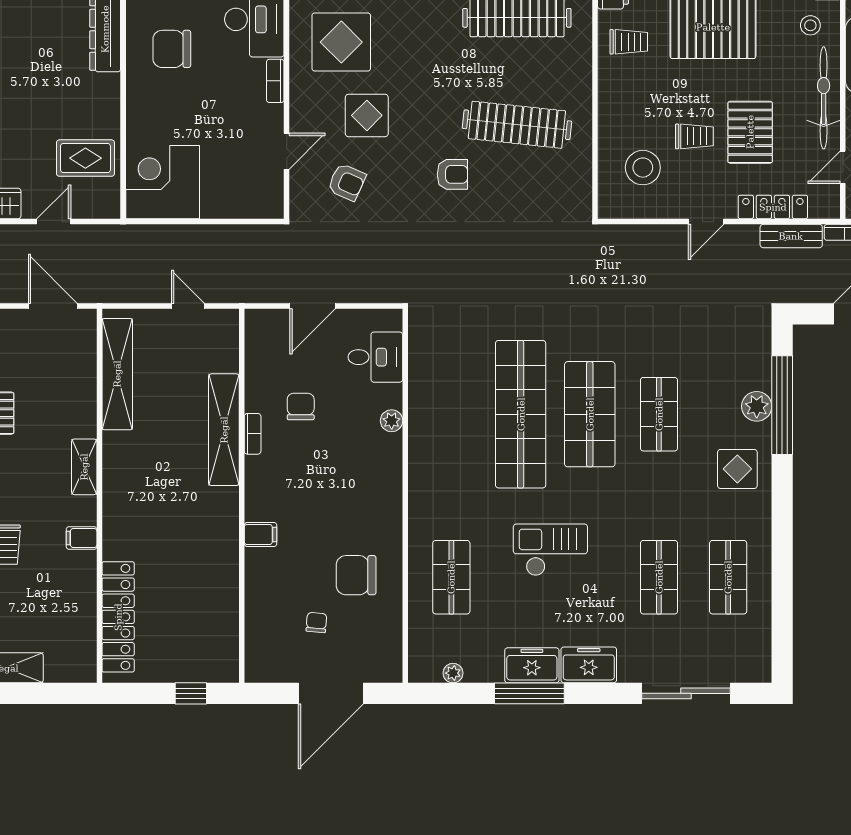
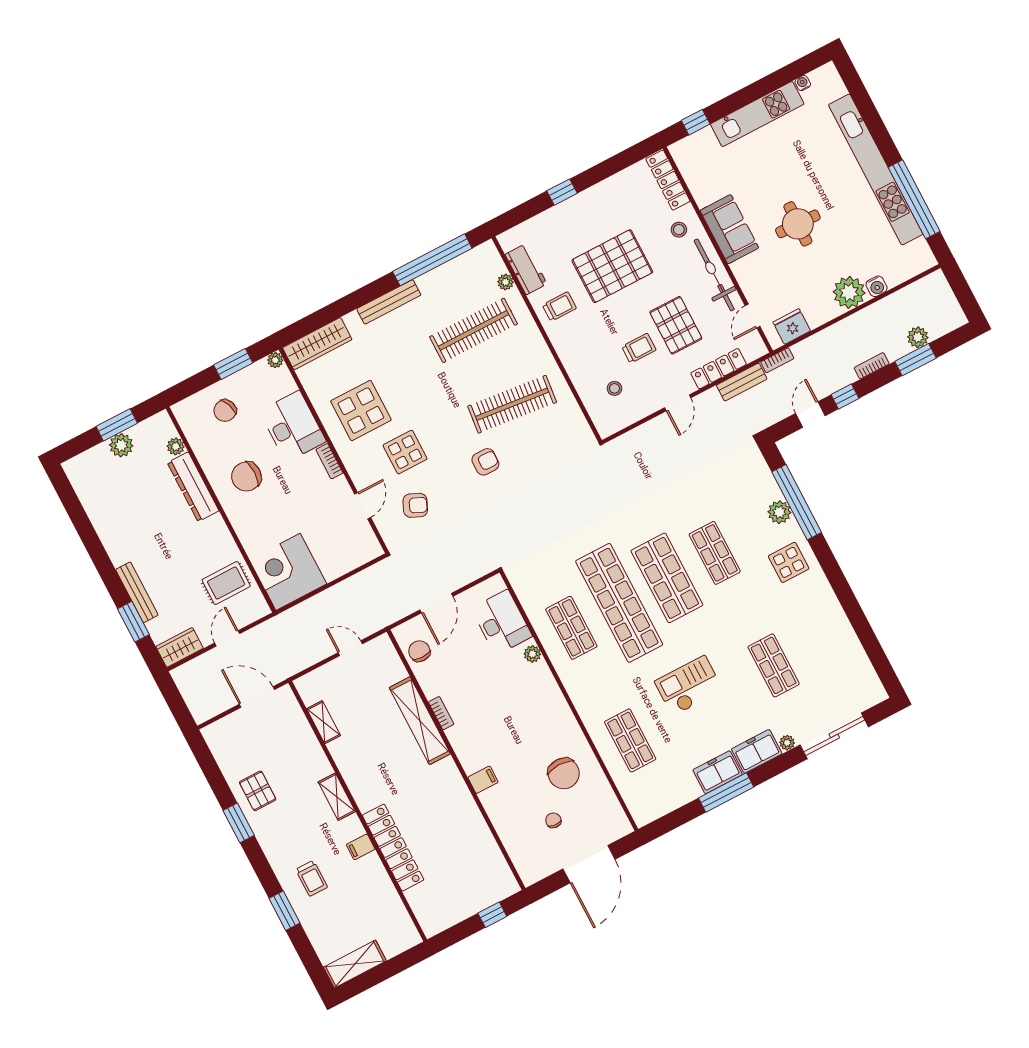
stool: (643, 168) -> (615, 388), width x0.53, depth x0.53
desk: (375, 357) -> (502, 622), width x1.37
shelving: (117, 374) -> (324, 722), width x0.45, depth x0.75
chair: (301, 406) -> (419, 651), moved
chair: (356, 575) -> (564, 773), turned -90
shop shelf: (728, 577) -> (571, 628), moved
locker: (118, 617) -> (393, 848), moved
plant: (453, 673) -> (787, 743), moved

